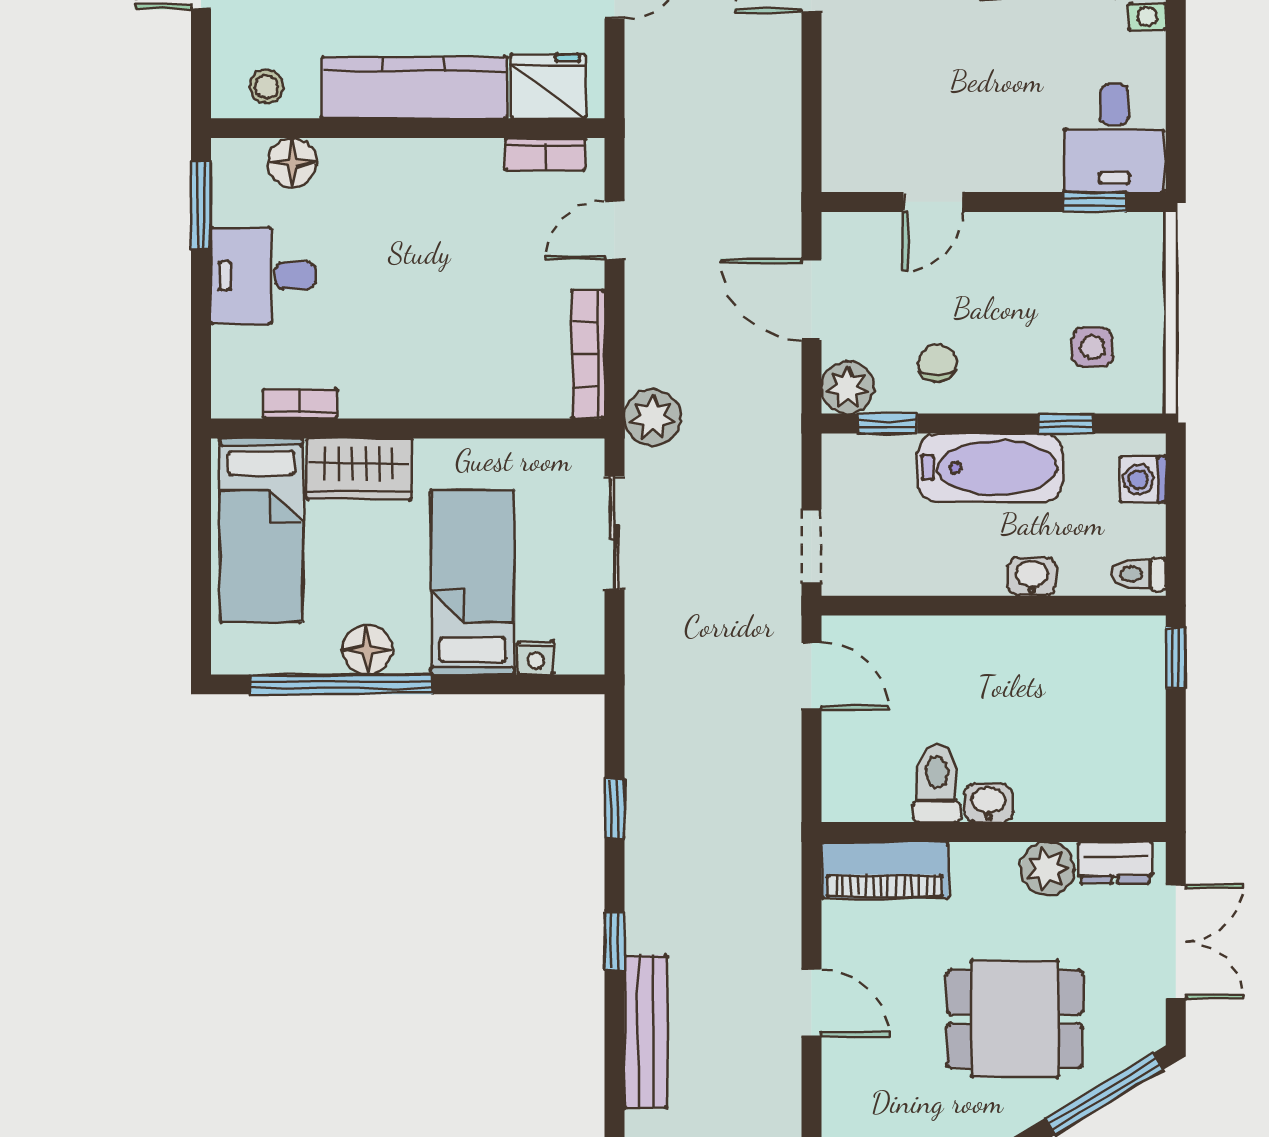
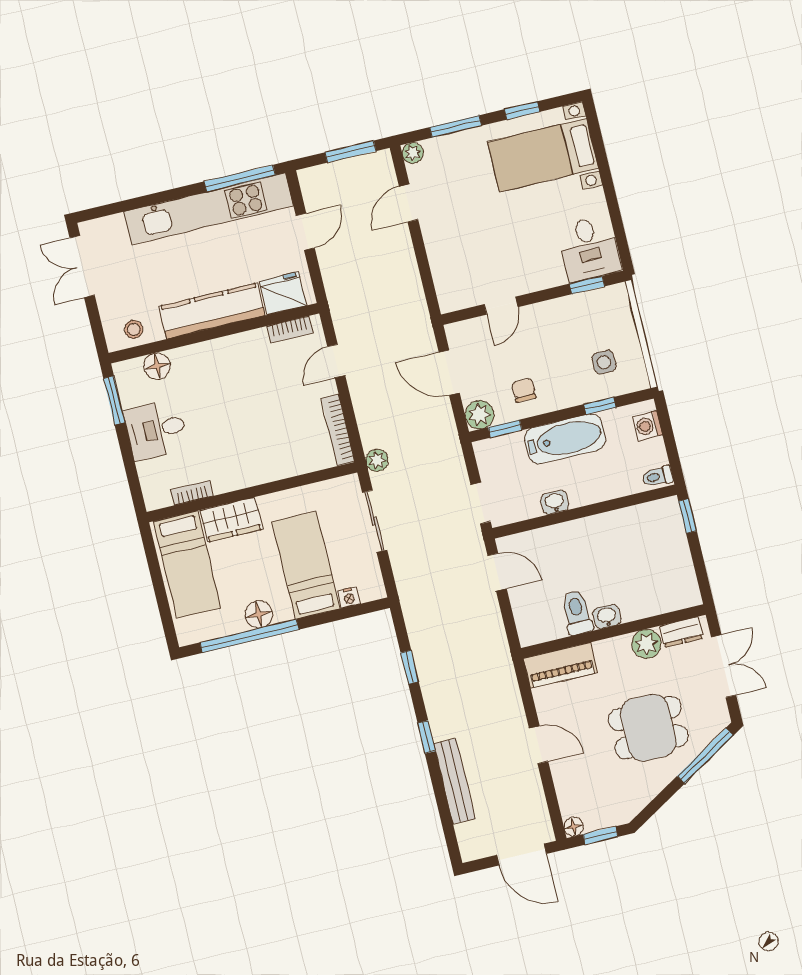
plant: (653, 418) -> (377, 460), width x0.73, depth x0.73
washbasin: (1032, 576) -> (555, 502), moved

